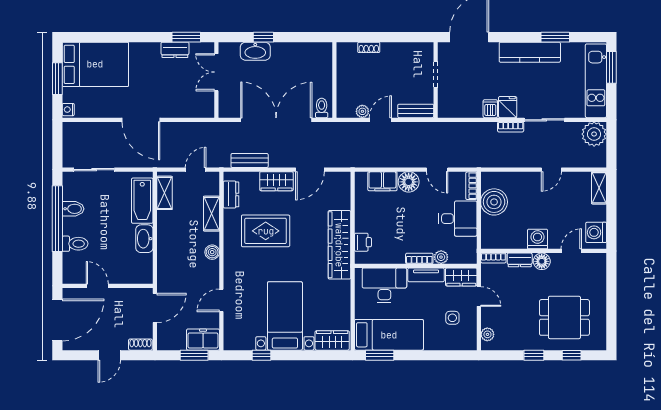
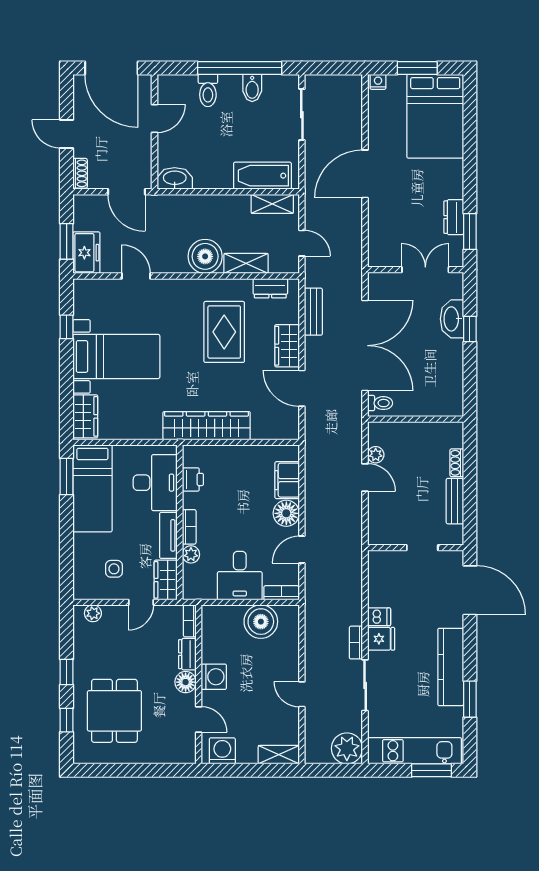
bench: (416, 111) -> (455, 501), moved
washbasin: (144, 239) -> (175, 178), moved
printer: (363, 242) -> (193, 479), moved, turned -90
boiler: (212, 252) -> (205, 256), width x1.86, depth x1.86

